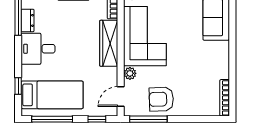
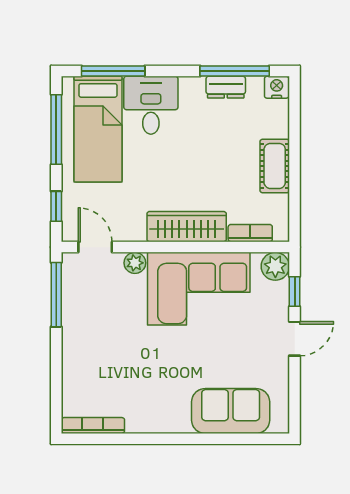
desk: (38, 49) -> (151, 105), moved
window: (18, 86) -> (113, 71), width x2.17
armchair: (161, 99) -> (91, 317), removed

